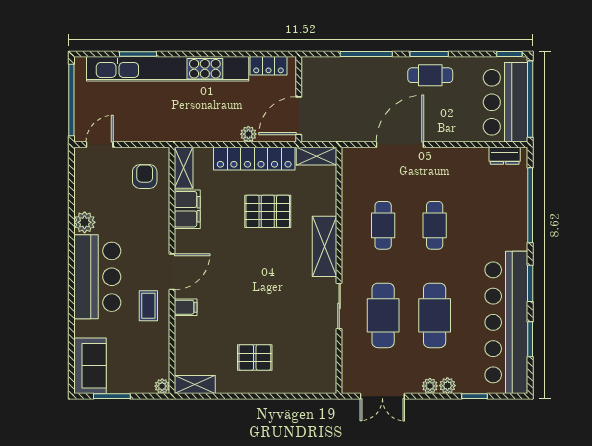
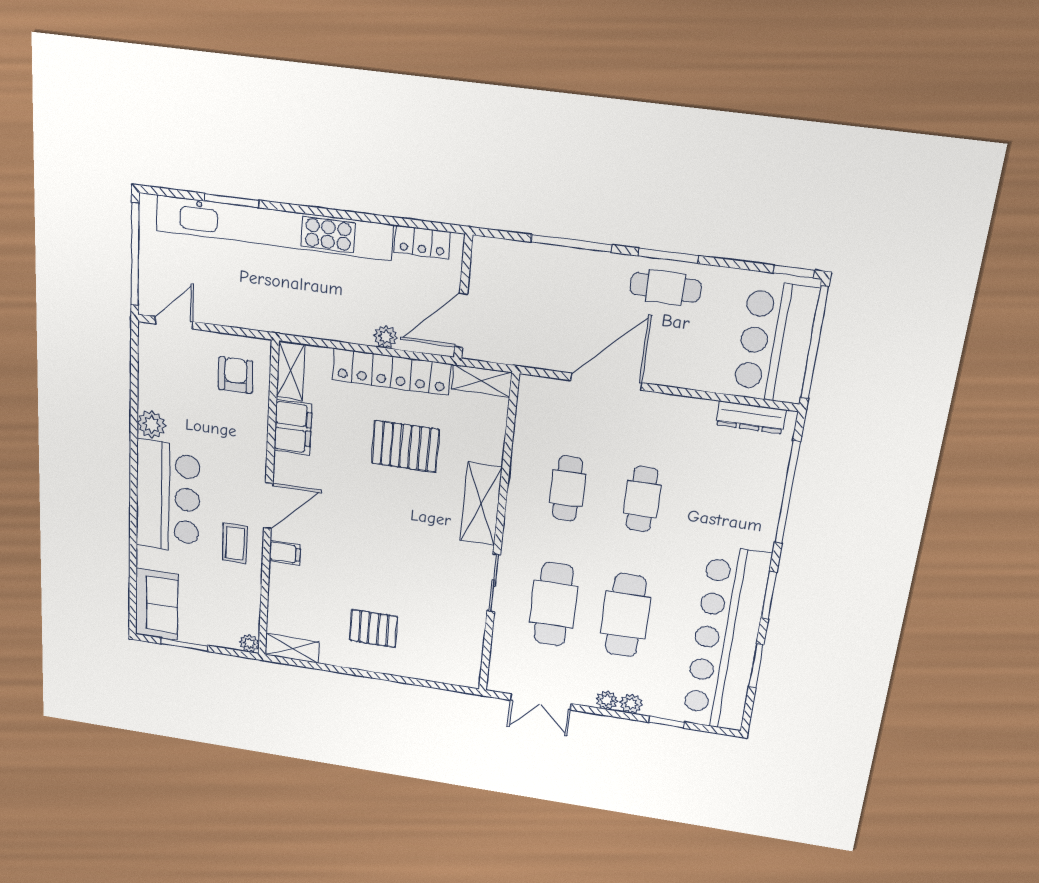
dresser: (505, 156) -> (751, 417), width x1.44

